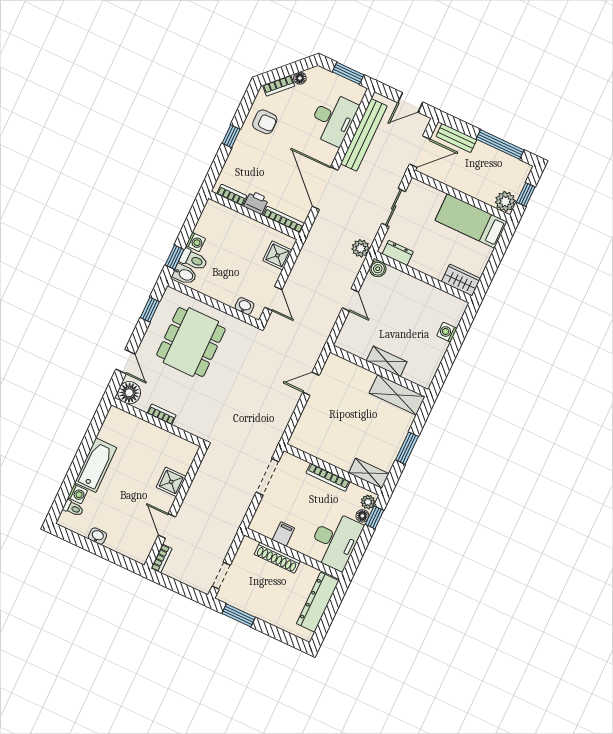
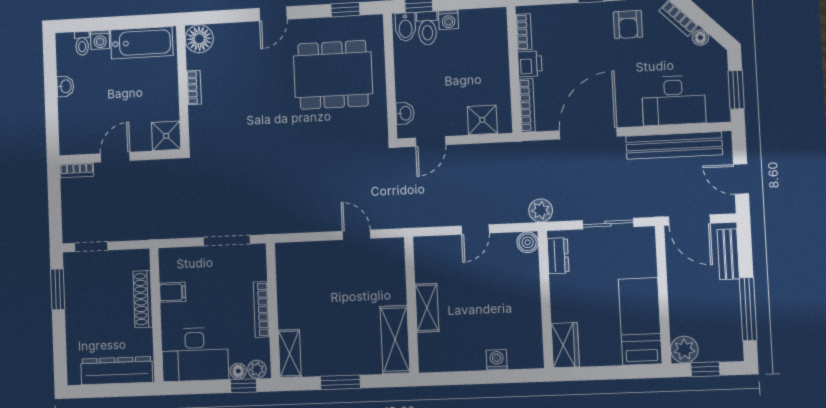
floor lamp: (129, 393) -> (199, 39), moved
bookcase: (162, 414) -> (194, 88), moved
wall: (157, 422) -> (183, 87), moved

